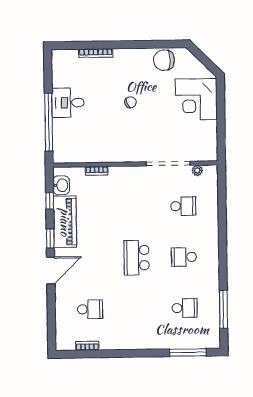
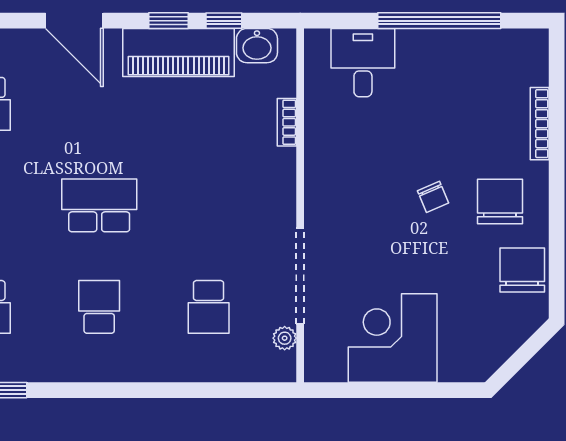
chair: (132, 71) -> (500, 202), added
corner desk: (196, 99) -> (393, 338), moved
desk: (68, 103) -> (363, 63), moved
window: (49, 122) -> (439, 21), moved
window: (50, 238) -> (169, 21), moved

